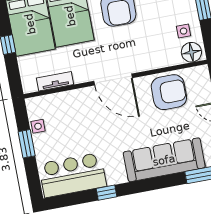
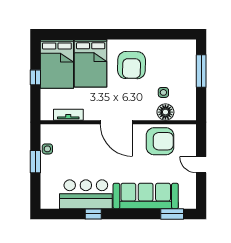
side table: (184, 31) -> (163, 92), moved
floor lamp: (191, 52) -> (165, 112), moved
bar counter: (73, 175) -> (86, 194), moved

